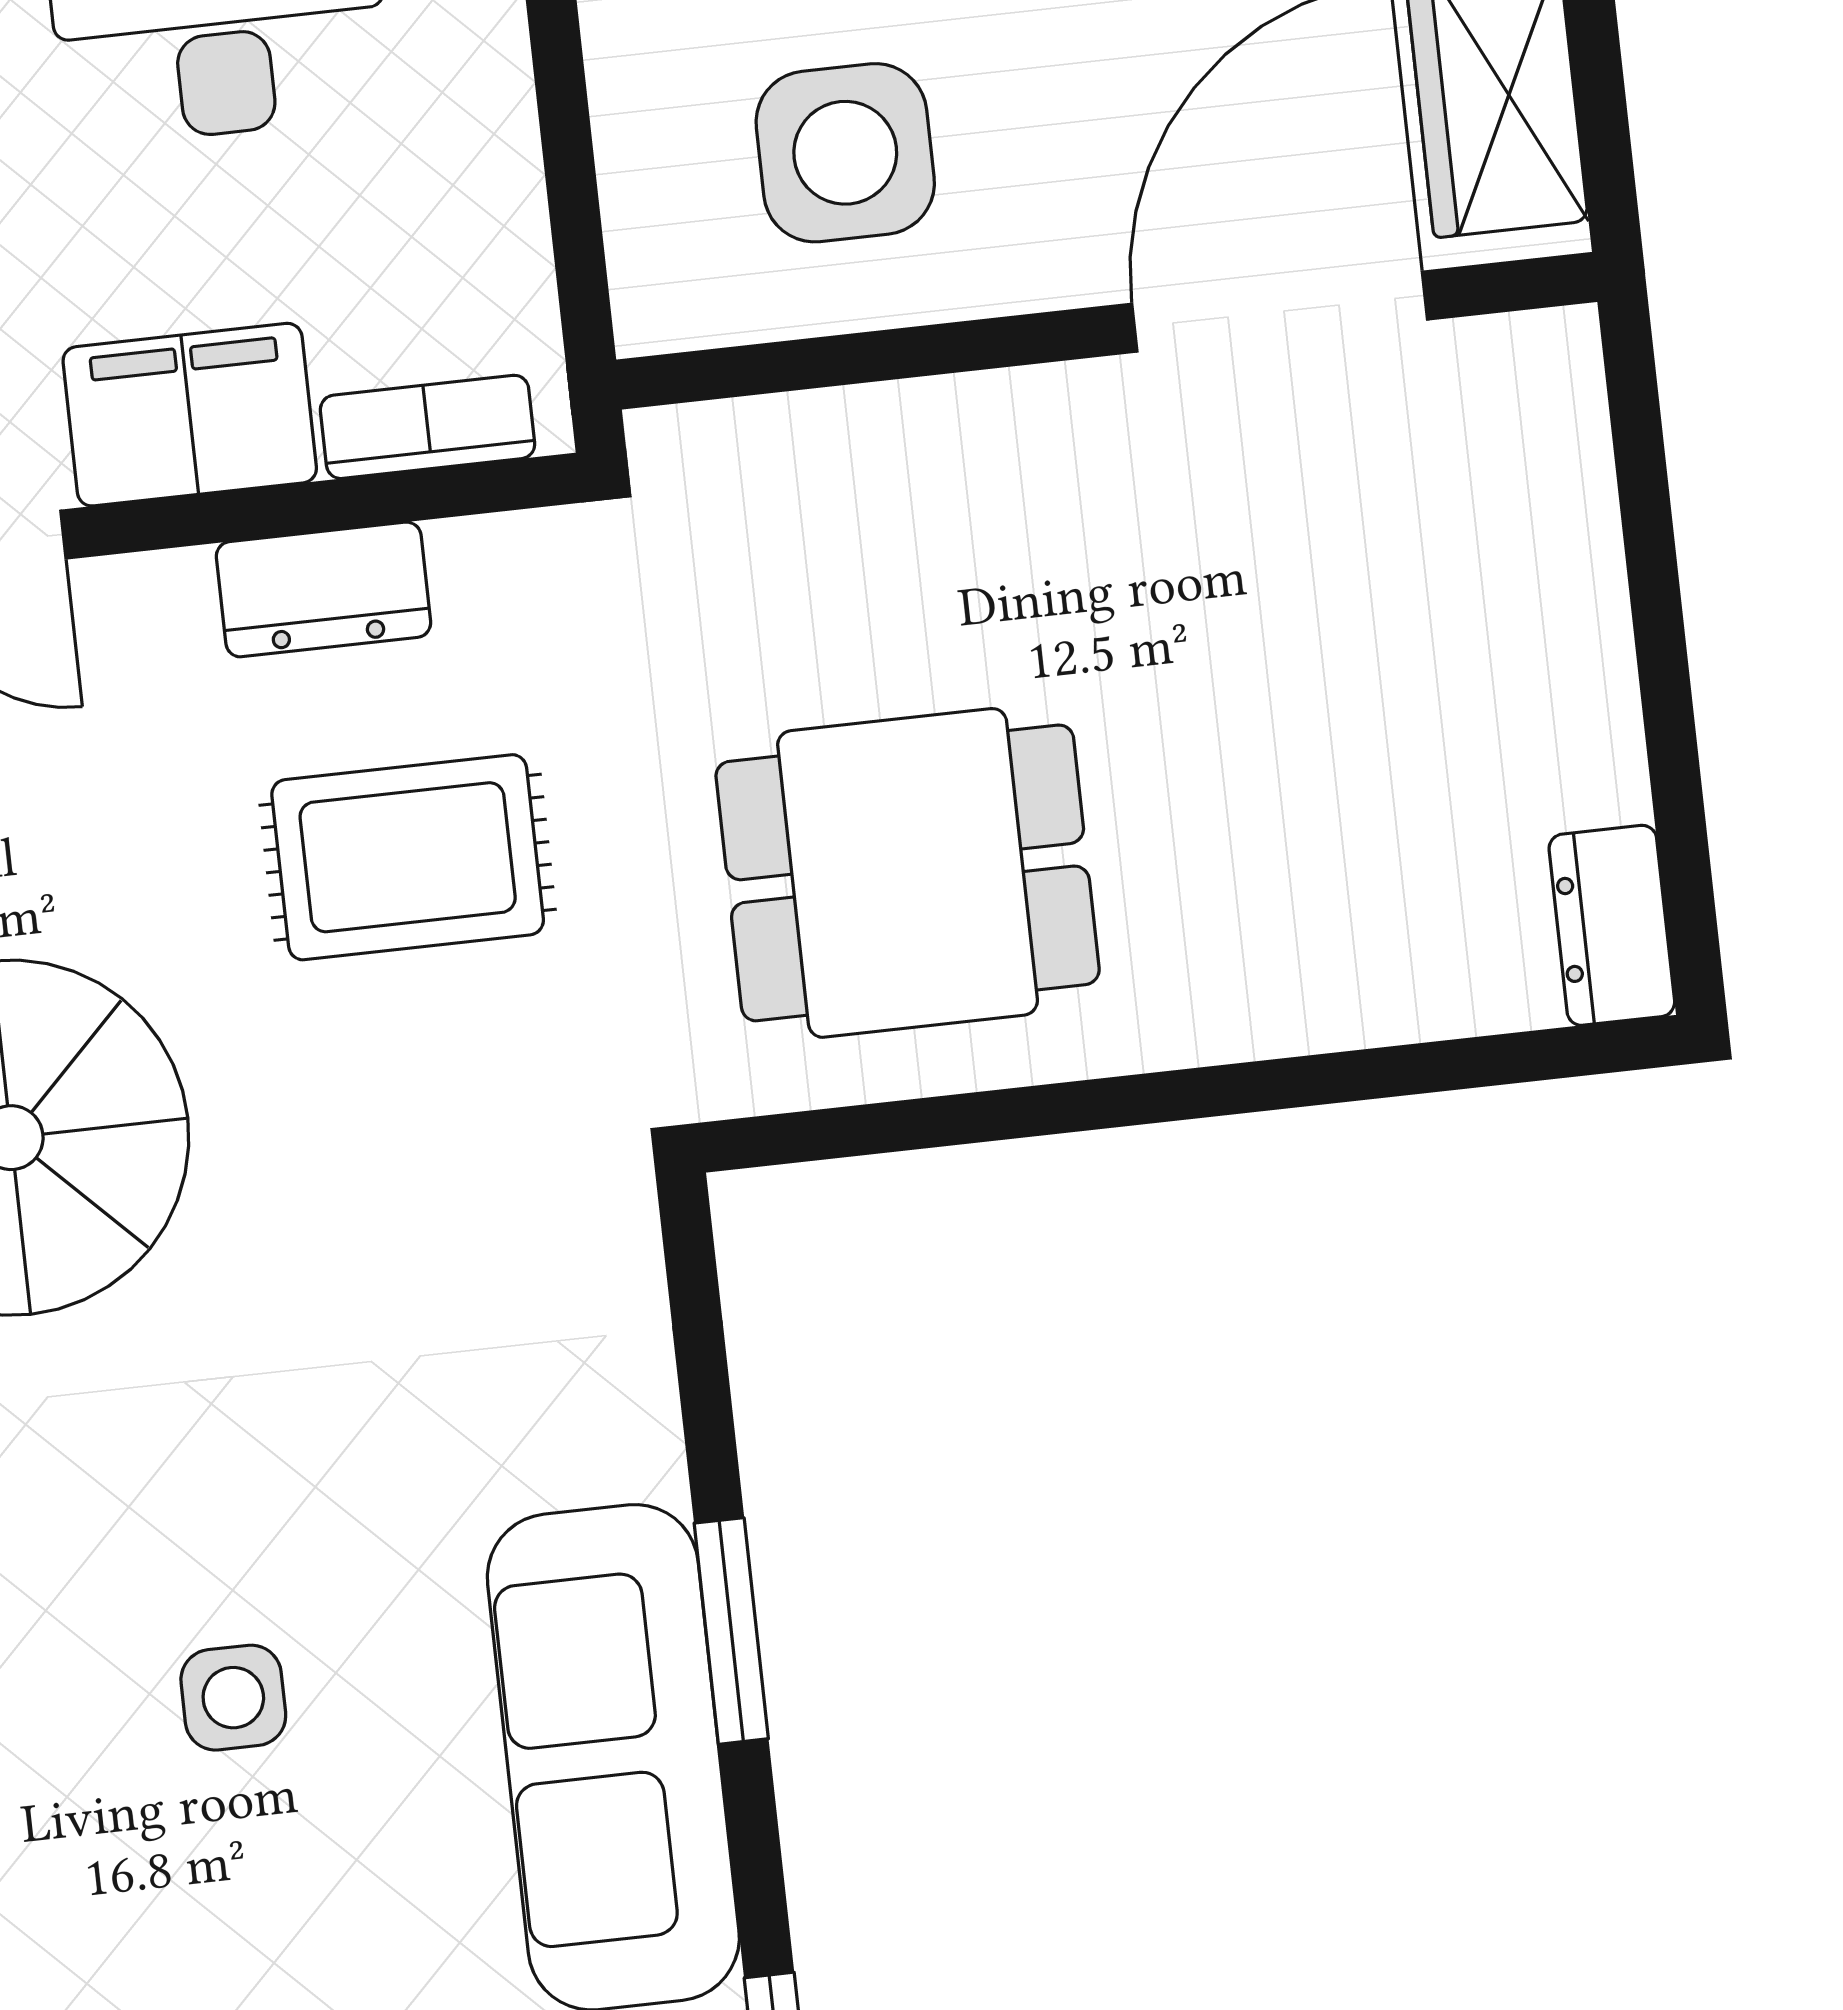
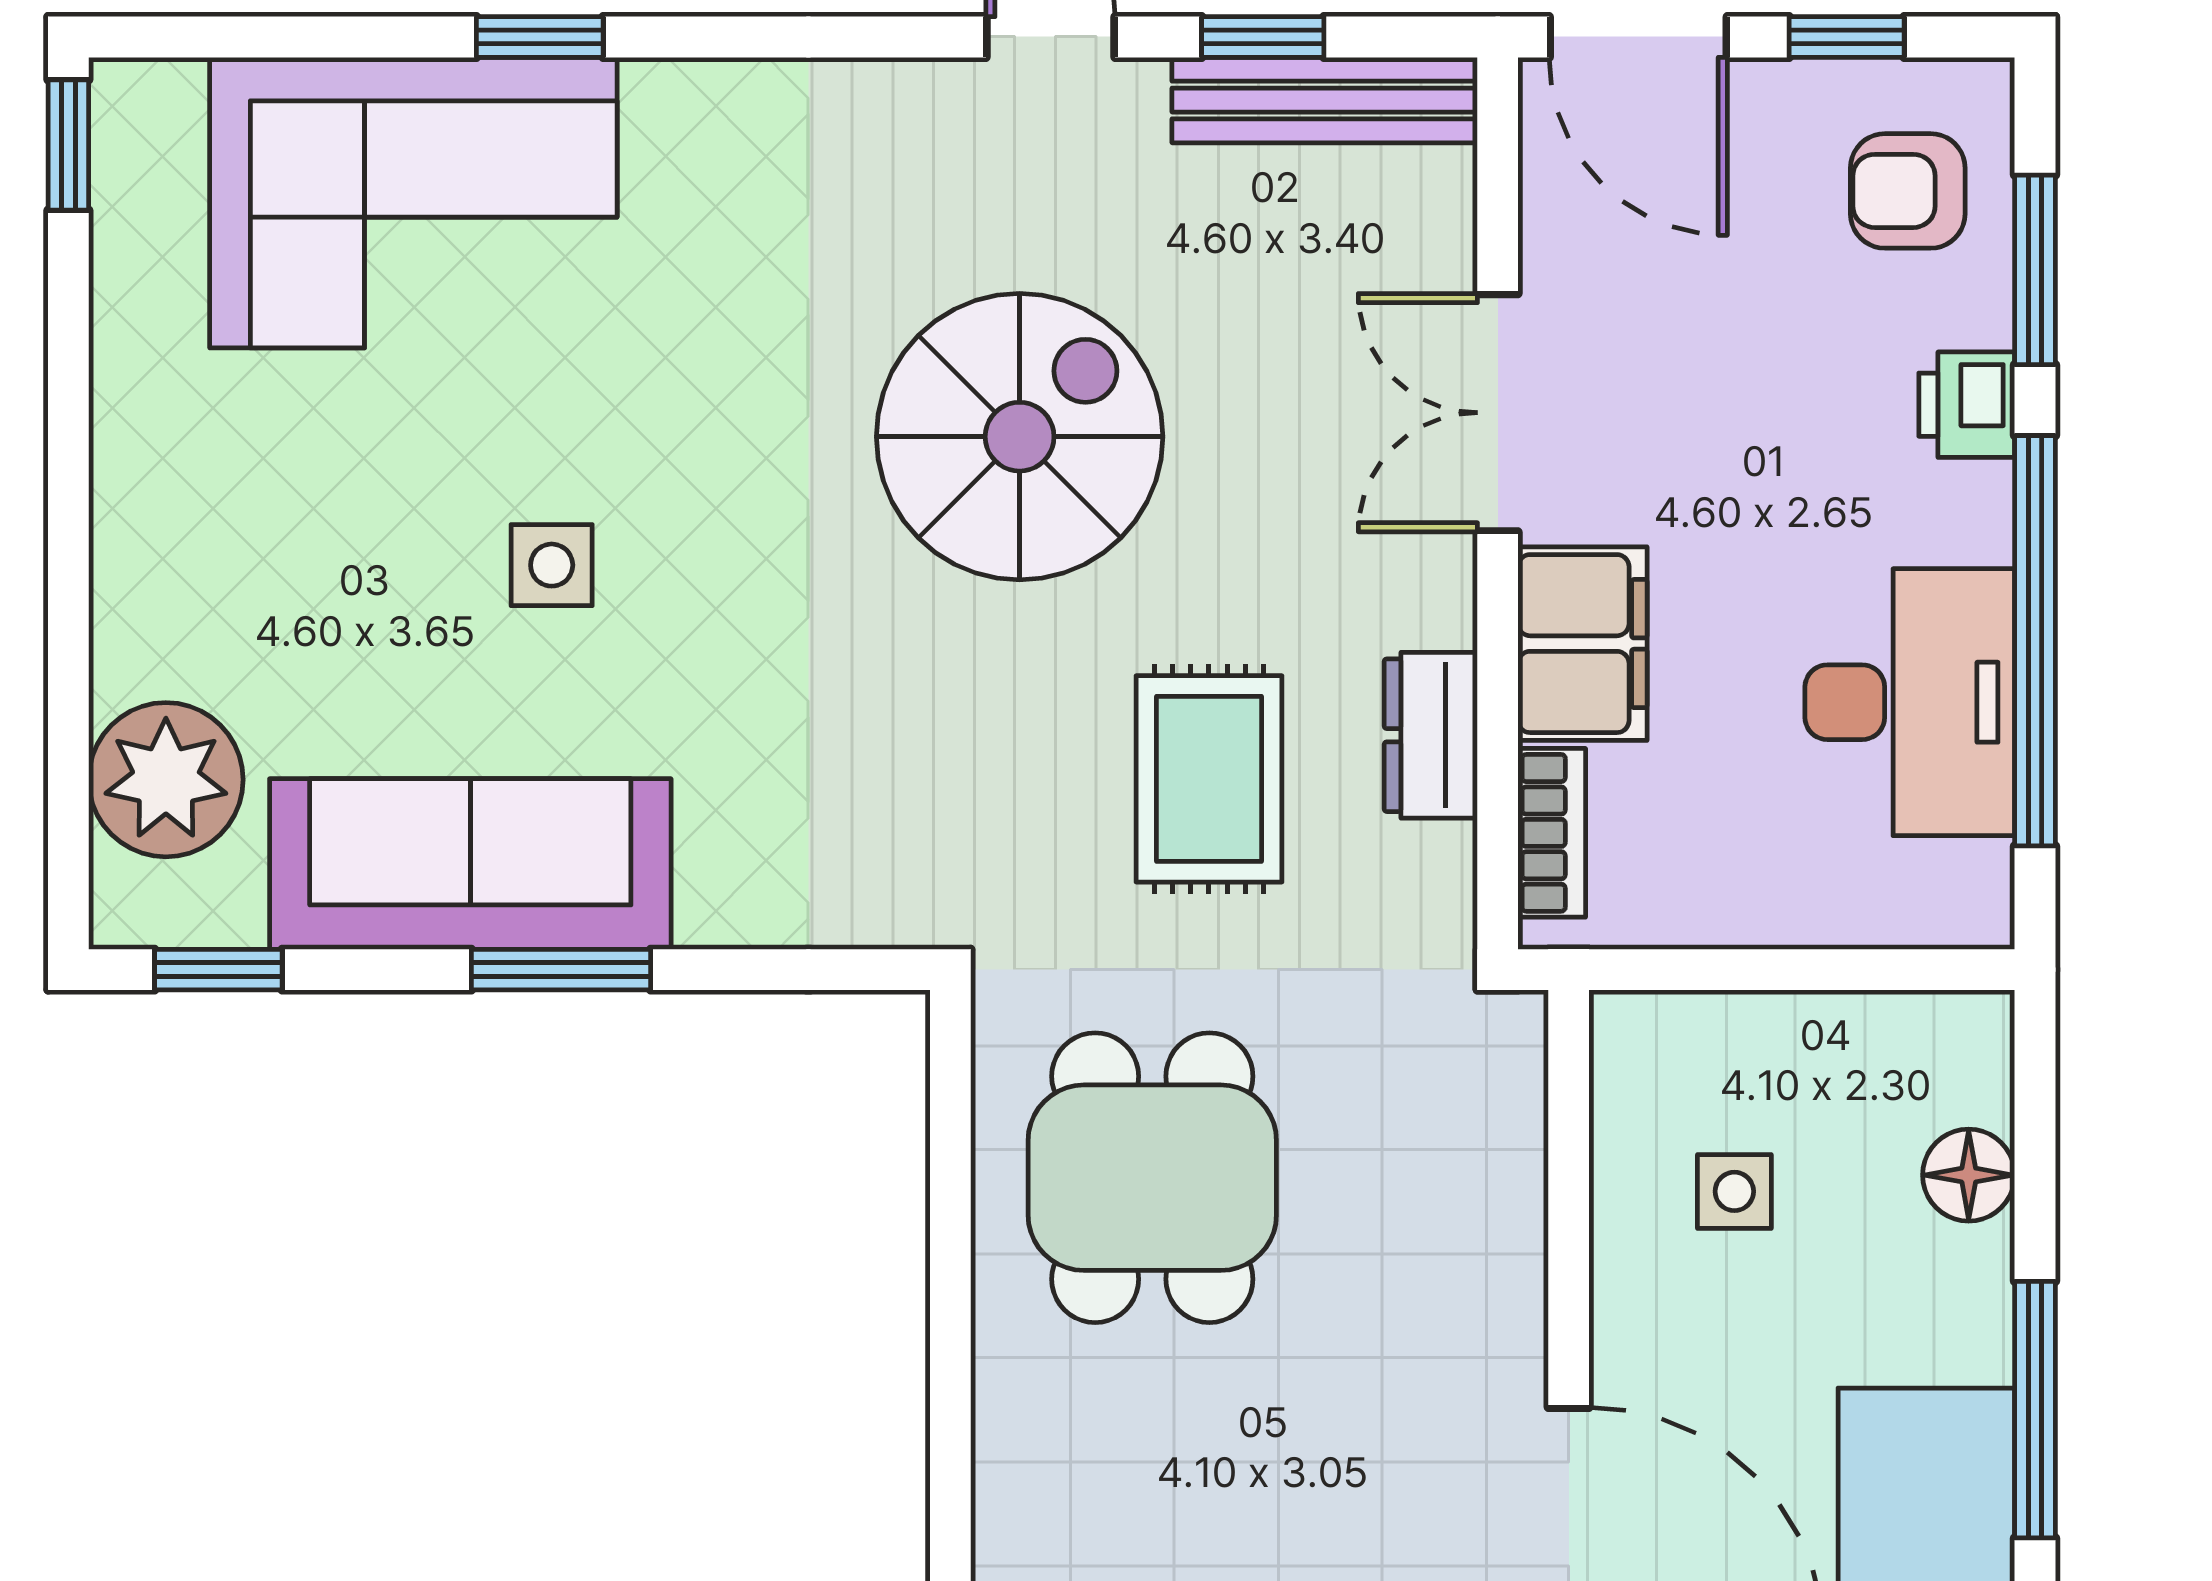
side table: (845, 153) -> (1734, 1191), width x0.54, depth x0.54

